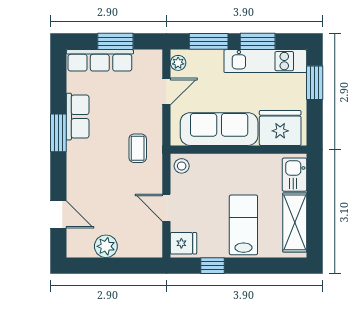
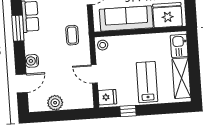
water cooler: (76, 182) -> (32, 61), added
door: (58, 215) -> (22, 83), hinge flipped

